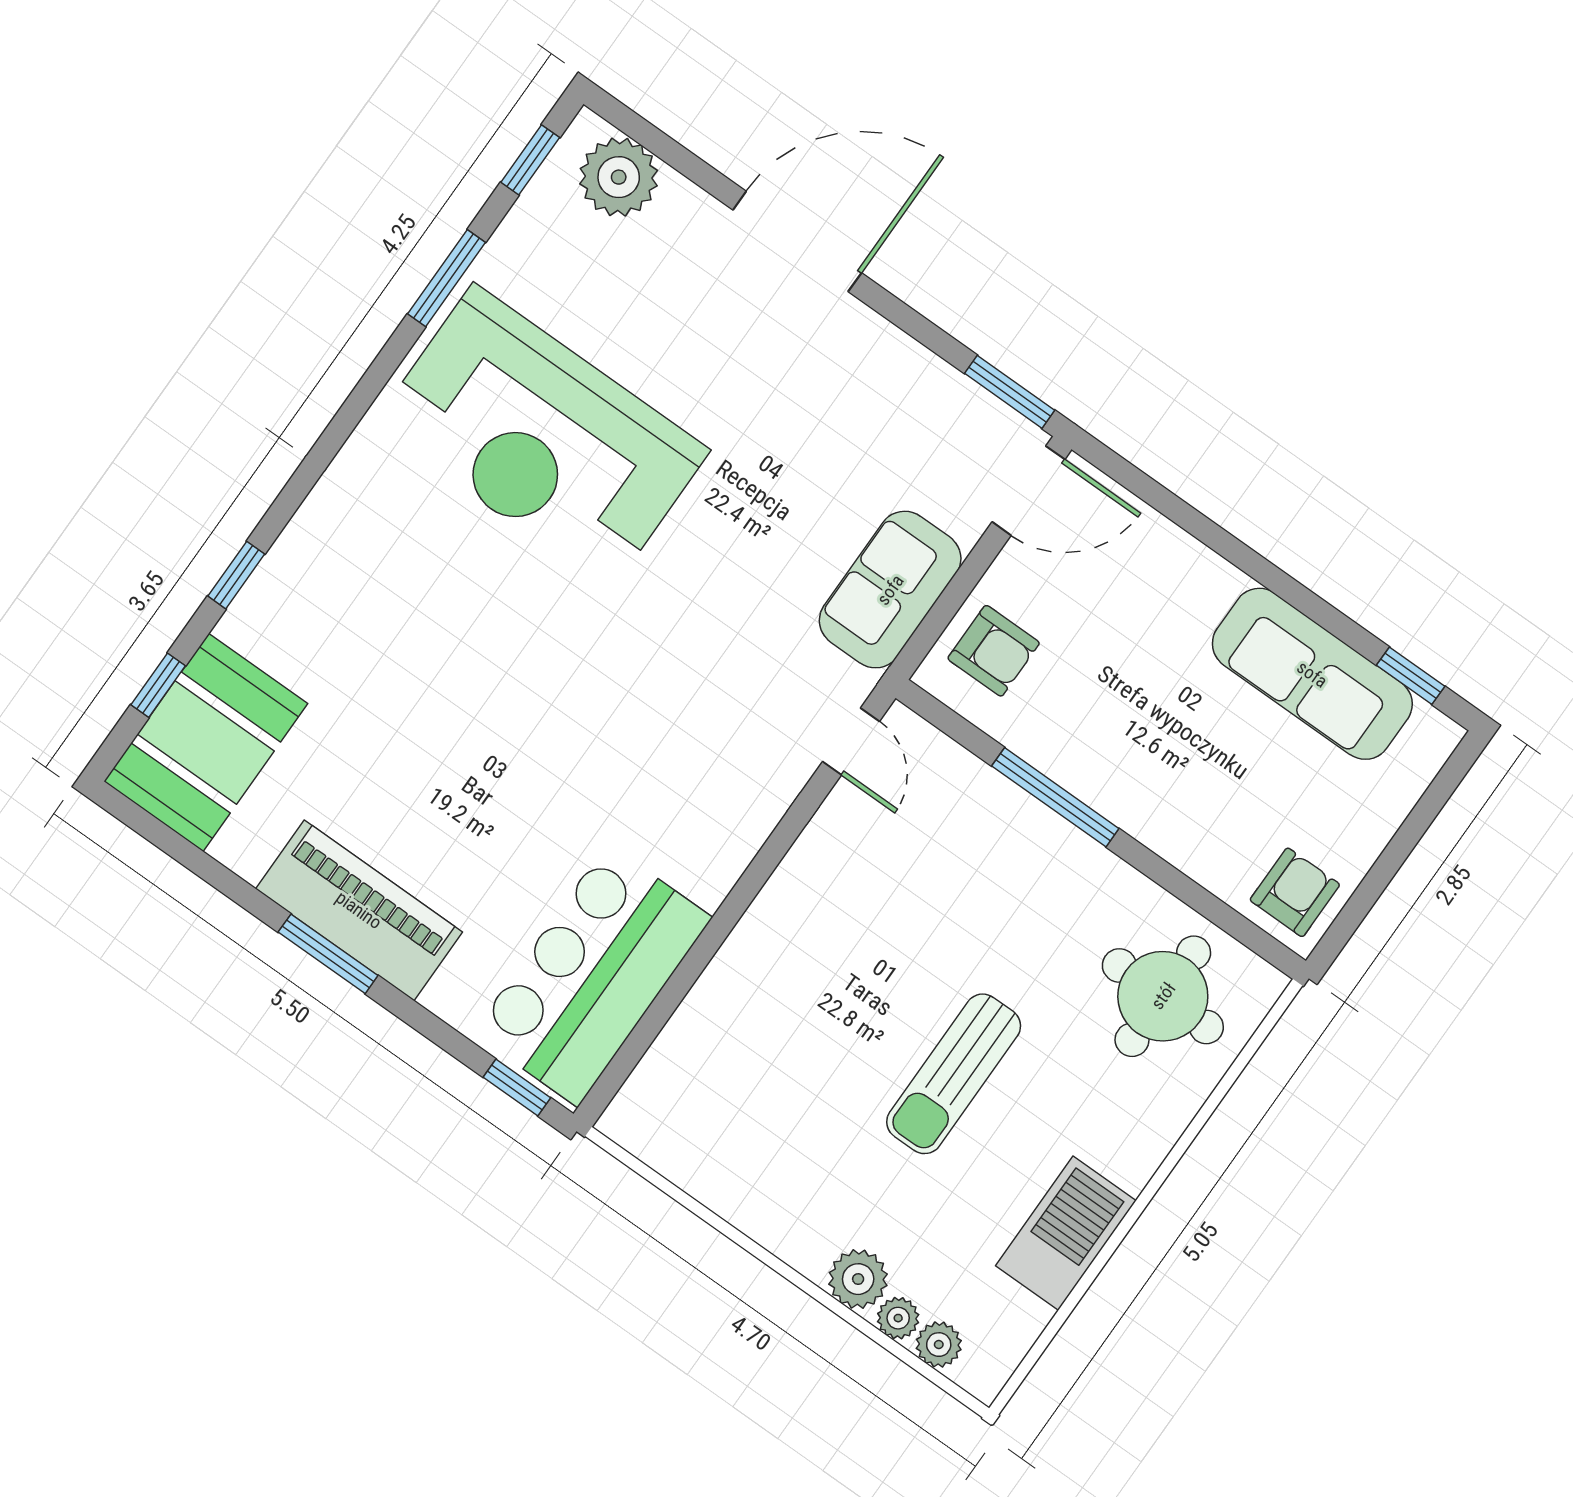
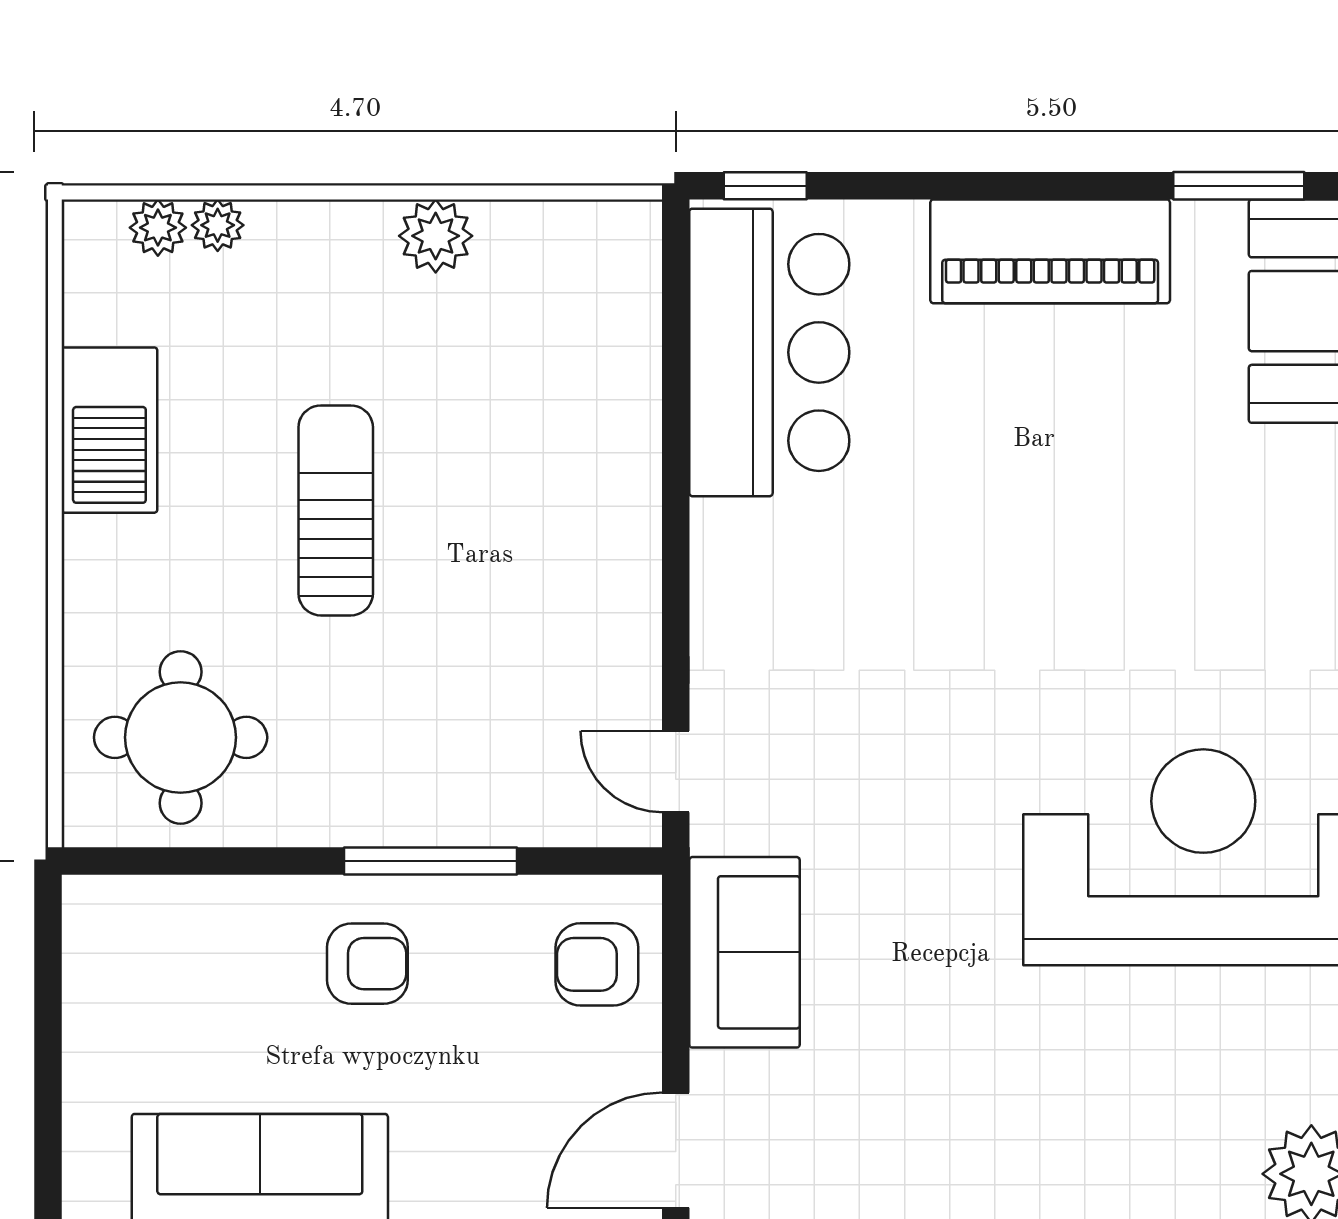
armchair: (1295, 892) -> (367, 964), moved, turned -90
window: (328, 954) -> (1239, 186), moved
plant: (858, 1279) -> (436, 236), moved

